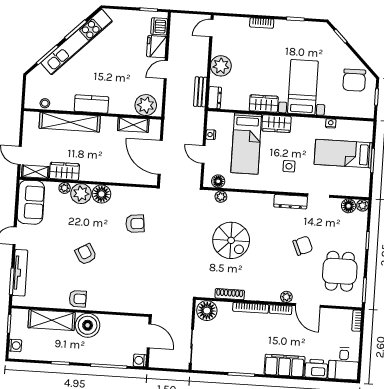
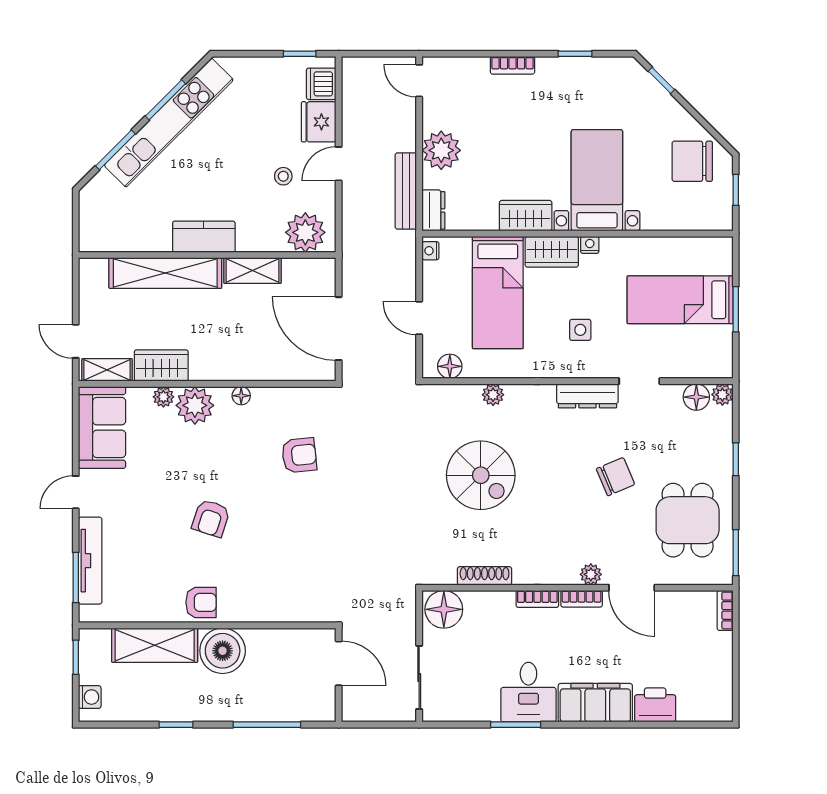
door: (211, 28) -> (419, 81), hinge flipped
chair: (354, 80) -> (692, 161), turned 90
bench: (200, 92) -> (406, 191), width x1.36
stool: (45, 103) -> (283, 176), moved
nightstand: (331, 123) -> (590, 245), moved
shelving: (133, 125) -> (253, 271), moved
nightstand: (211, 135) -> (430, 251), moved
floor lamp: (101, 194) -> (241, 396), width x0.53, depth x0.53
plant: (221, 197) -> (493, 395), moved
armchair: (86, 254) -> (211, 518), turned -132
bookcase: (251, 308) -> (537, 599), width x0.64
washing machine: (140, 360) -> (324, 710), removed
desk: (344, 364) -> (528, 692), moved

